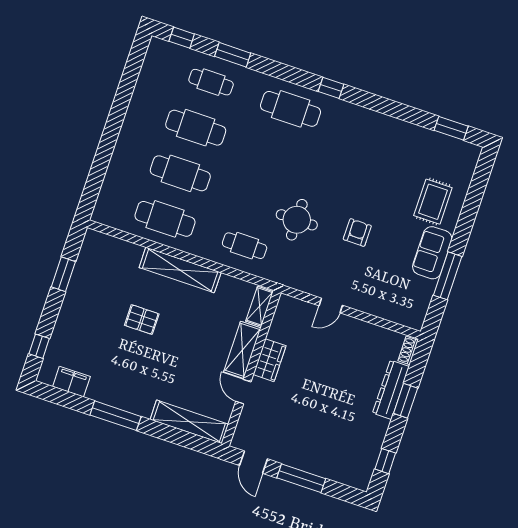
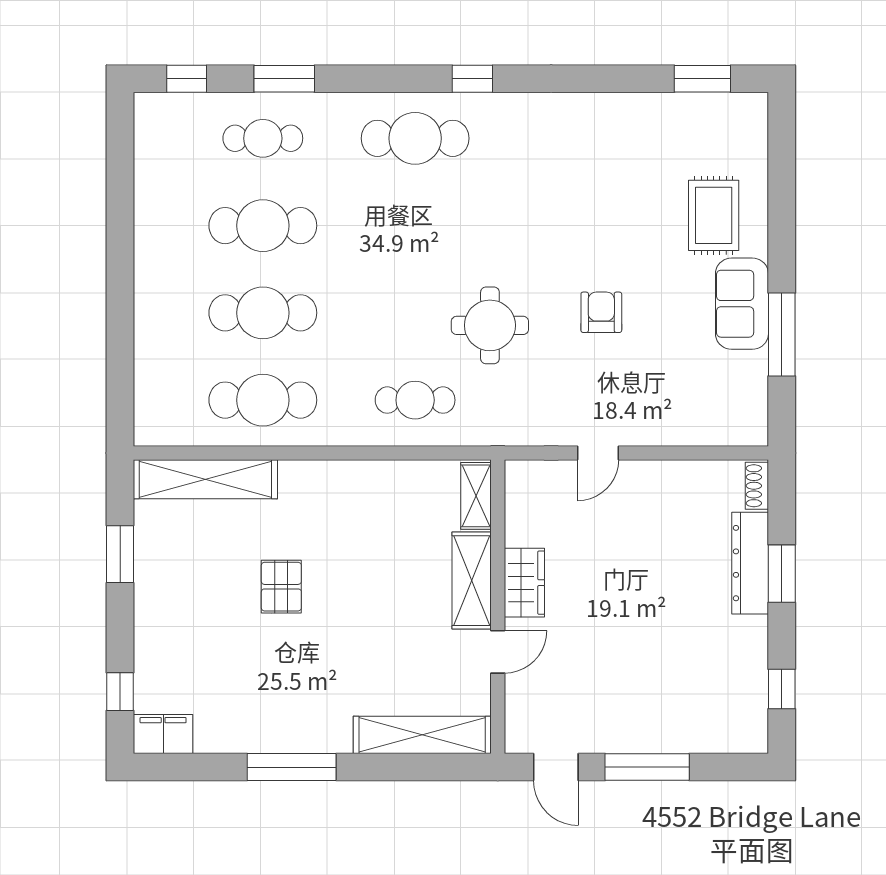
shelving: (180, 270) -> (205, 479), moved
pallet: (142, 320) -> (281, 587), turned 90
filing cabinet: (71, 382) -> (163, 734), moved
door: (243, 392) -> (498, 652), swing flipped

